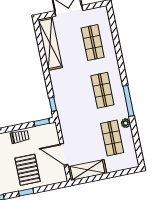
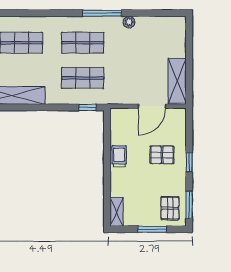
window: (42, 122) -> (107, 125), removed
shop shelf: (112, 138) -> (83, 78), moved
pallet: (28, 170) -> (162, 155), width x0.67, depth x0.71

